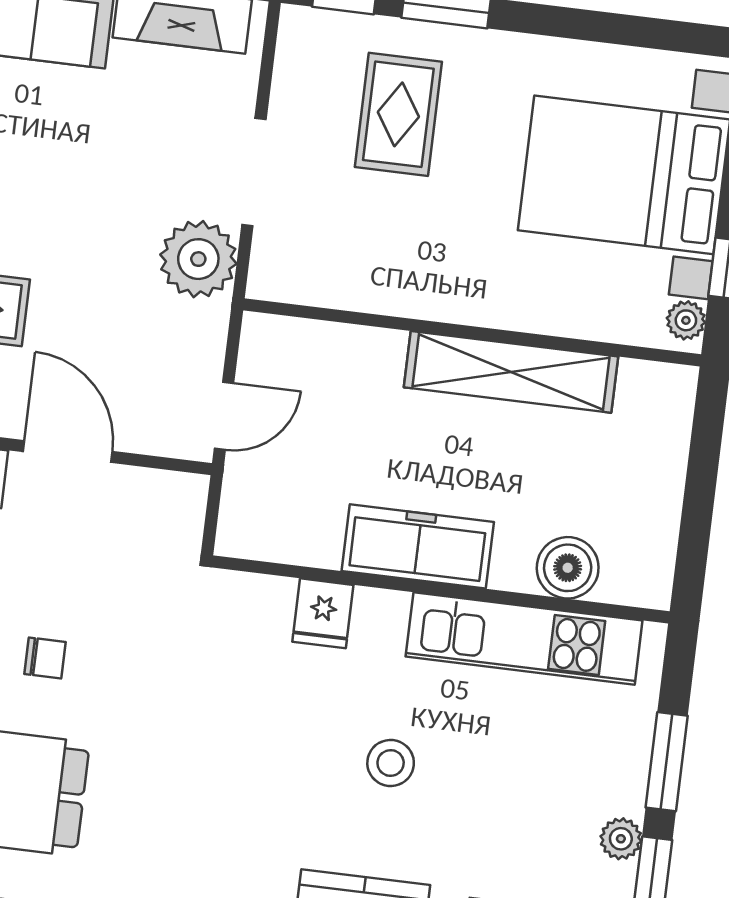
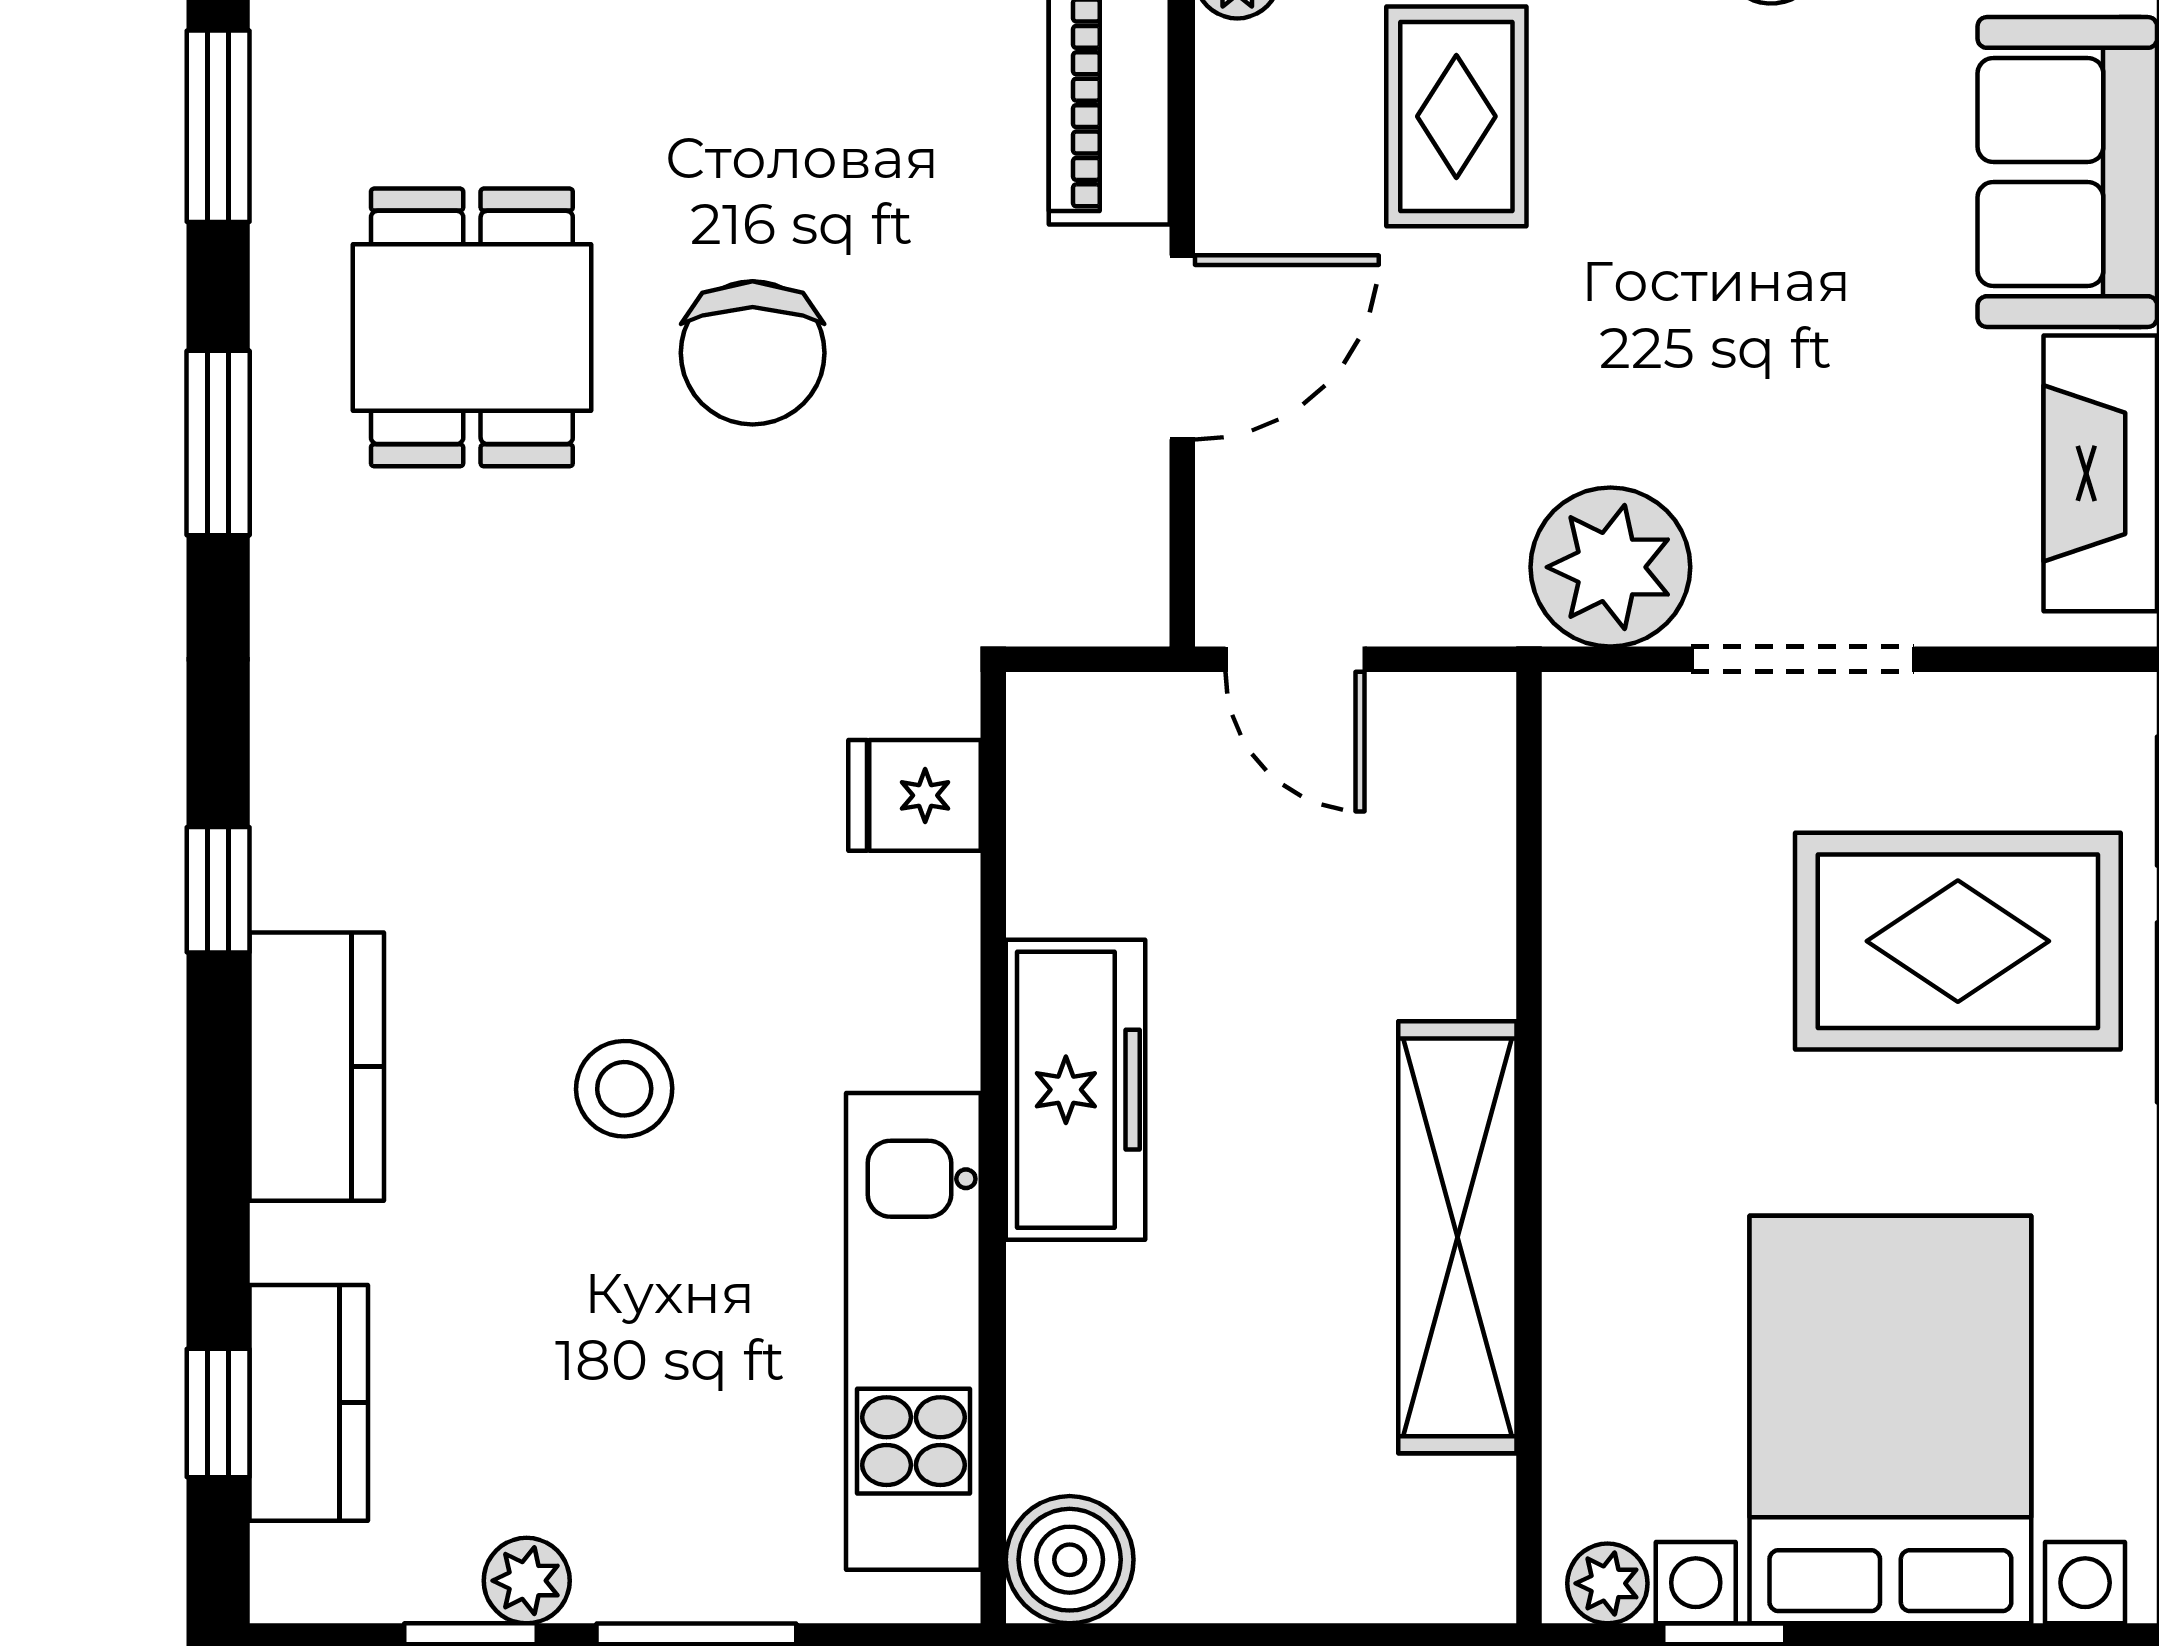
rug: (398, 114) -> (1958, 941), width x1.36, depth x1.43
boiler: (568, 568) -> (1070, 1560), moved
fridge: (323, 613) -> (914, 795), moved
chair: (45, 658) -> (753, 353), width x1.87, depth x1.87

